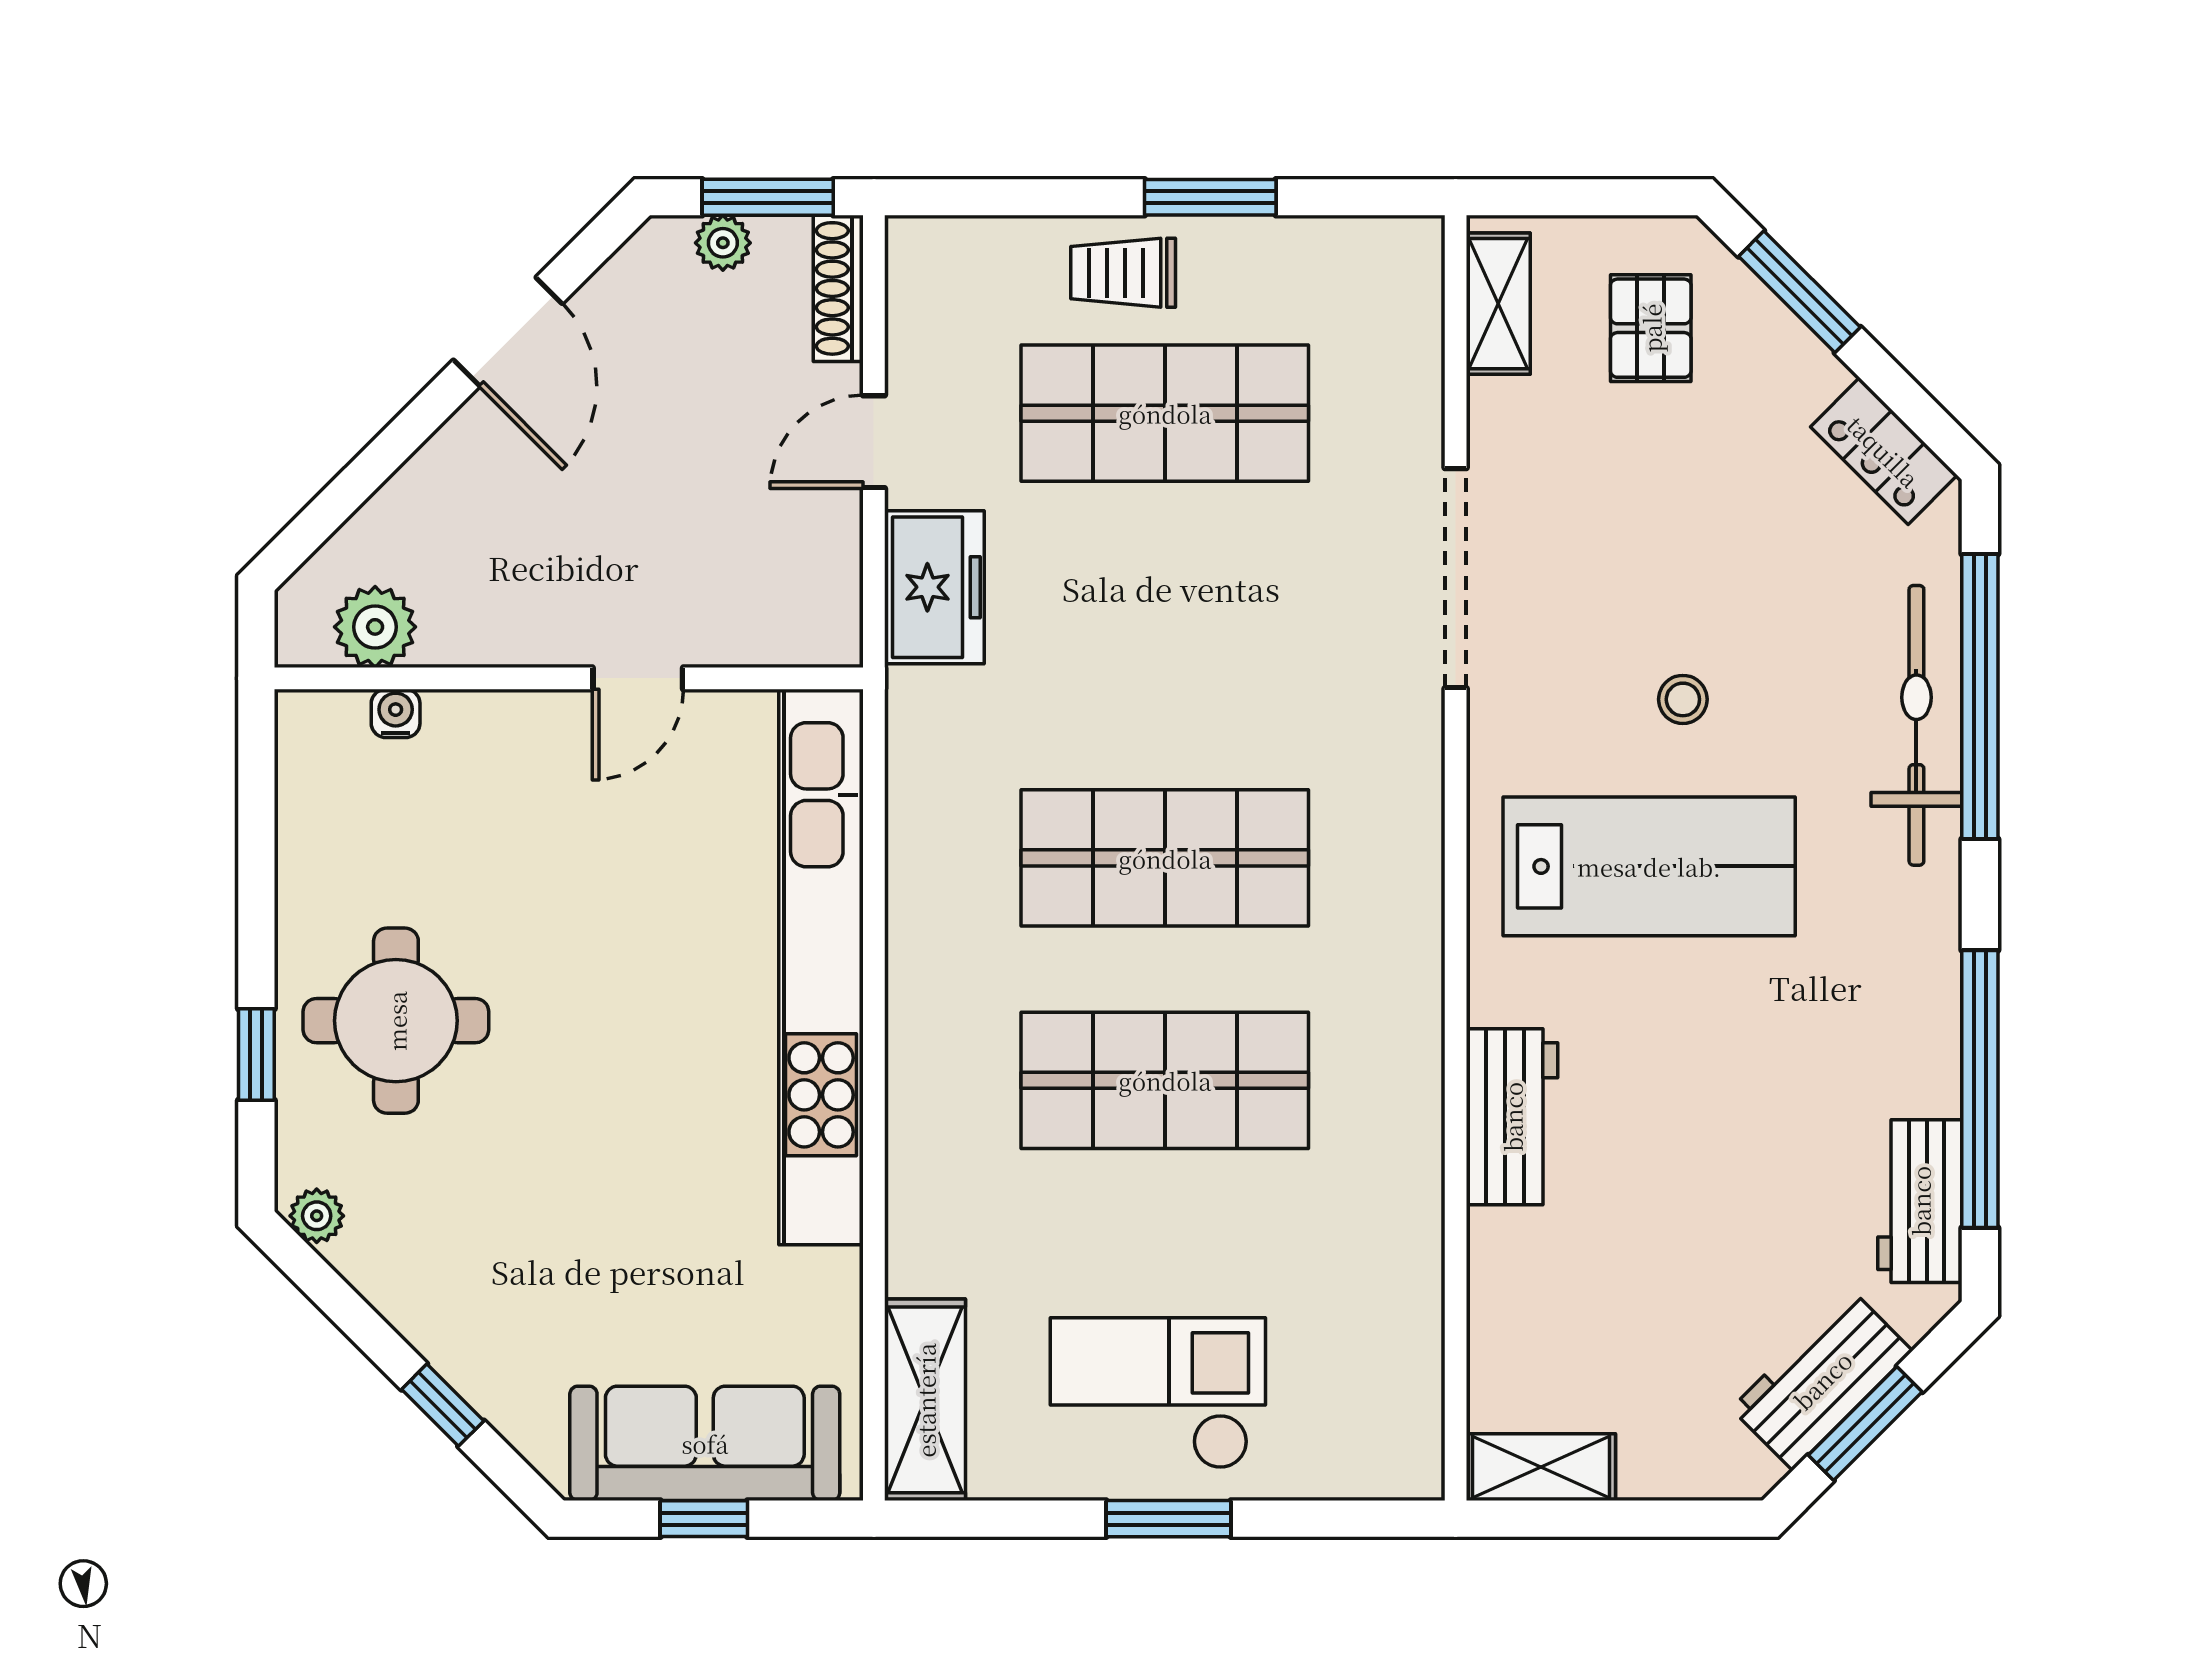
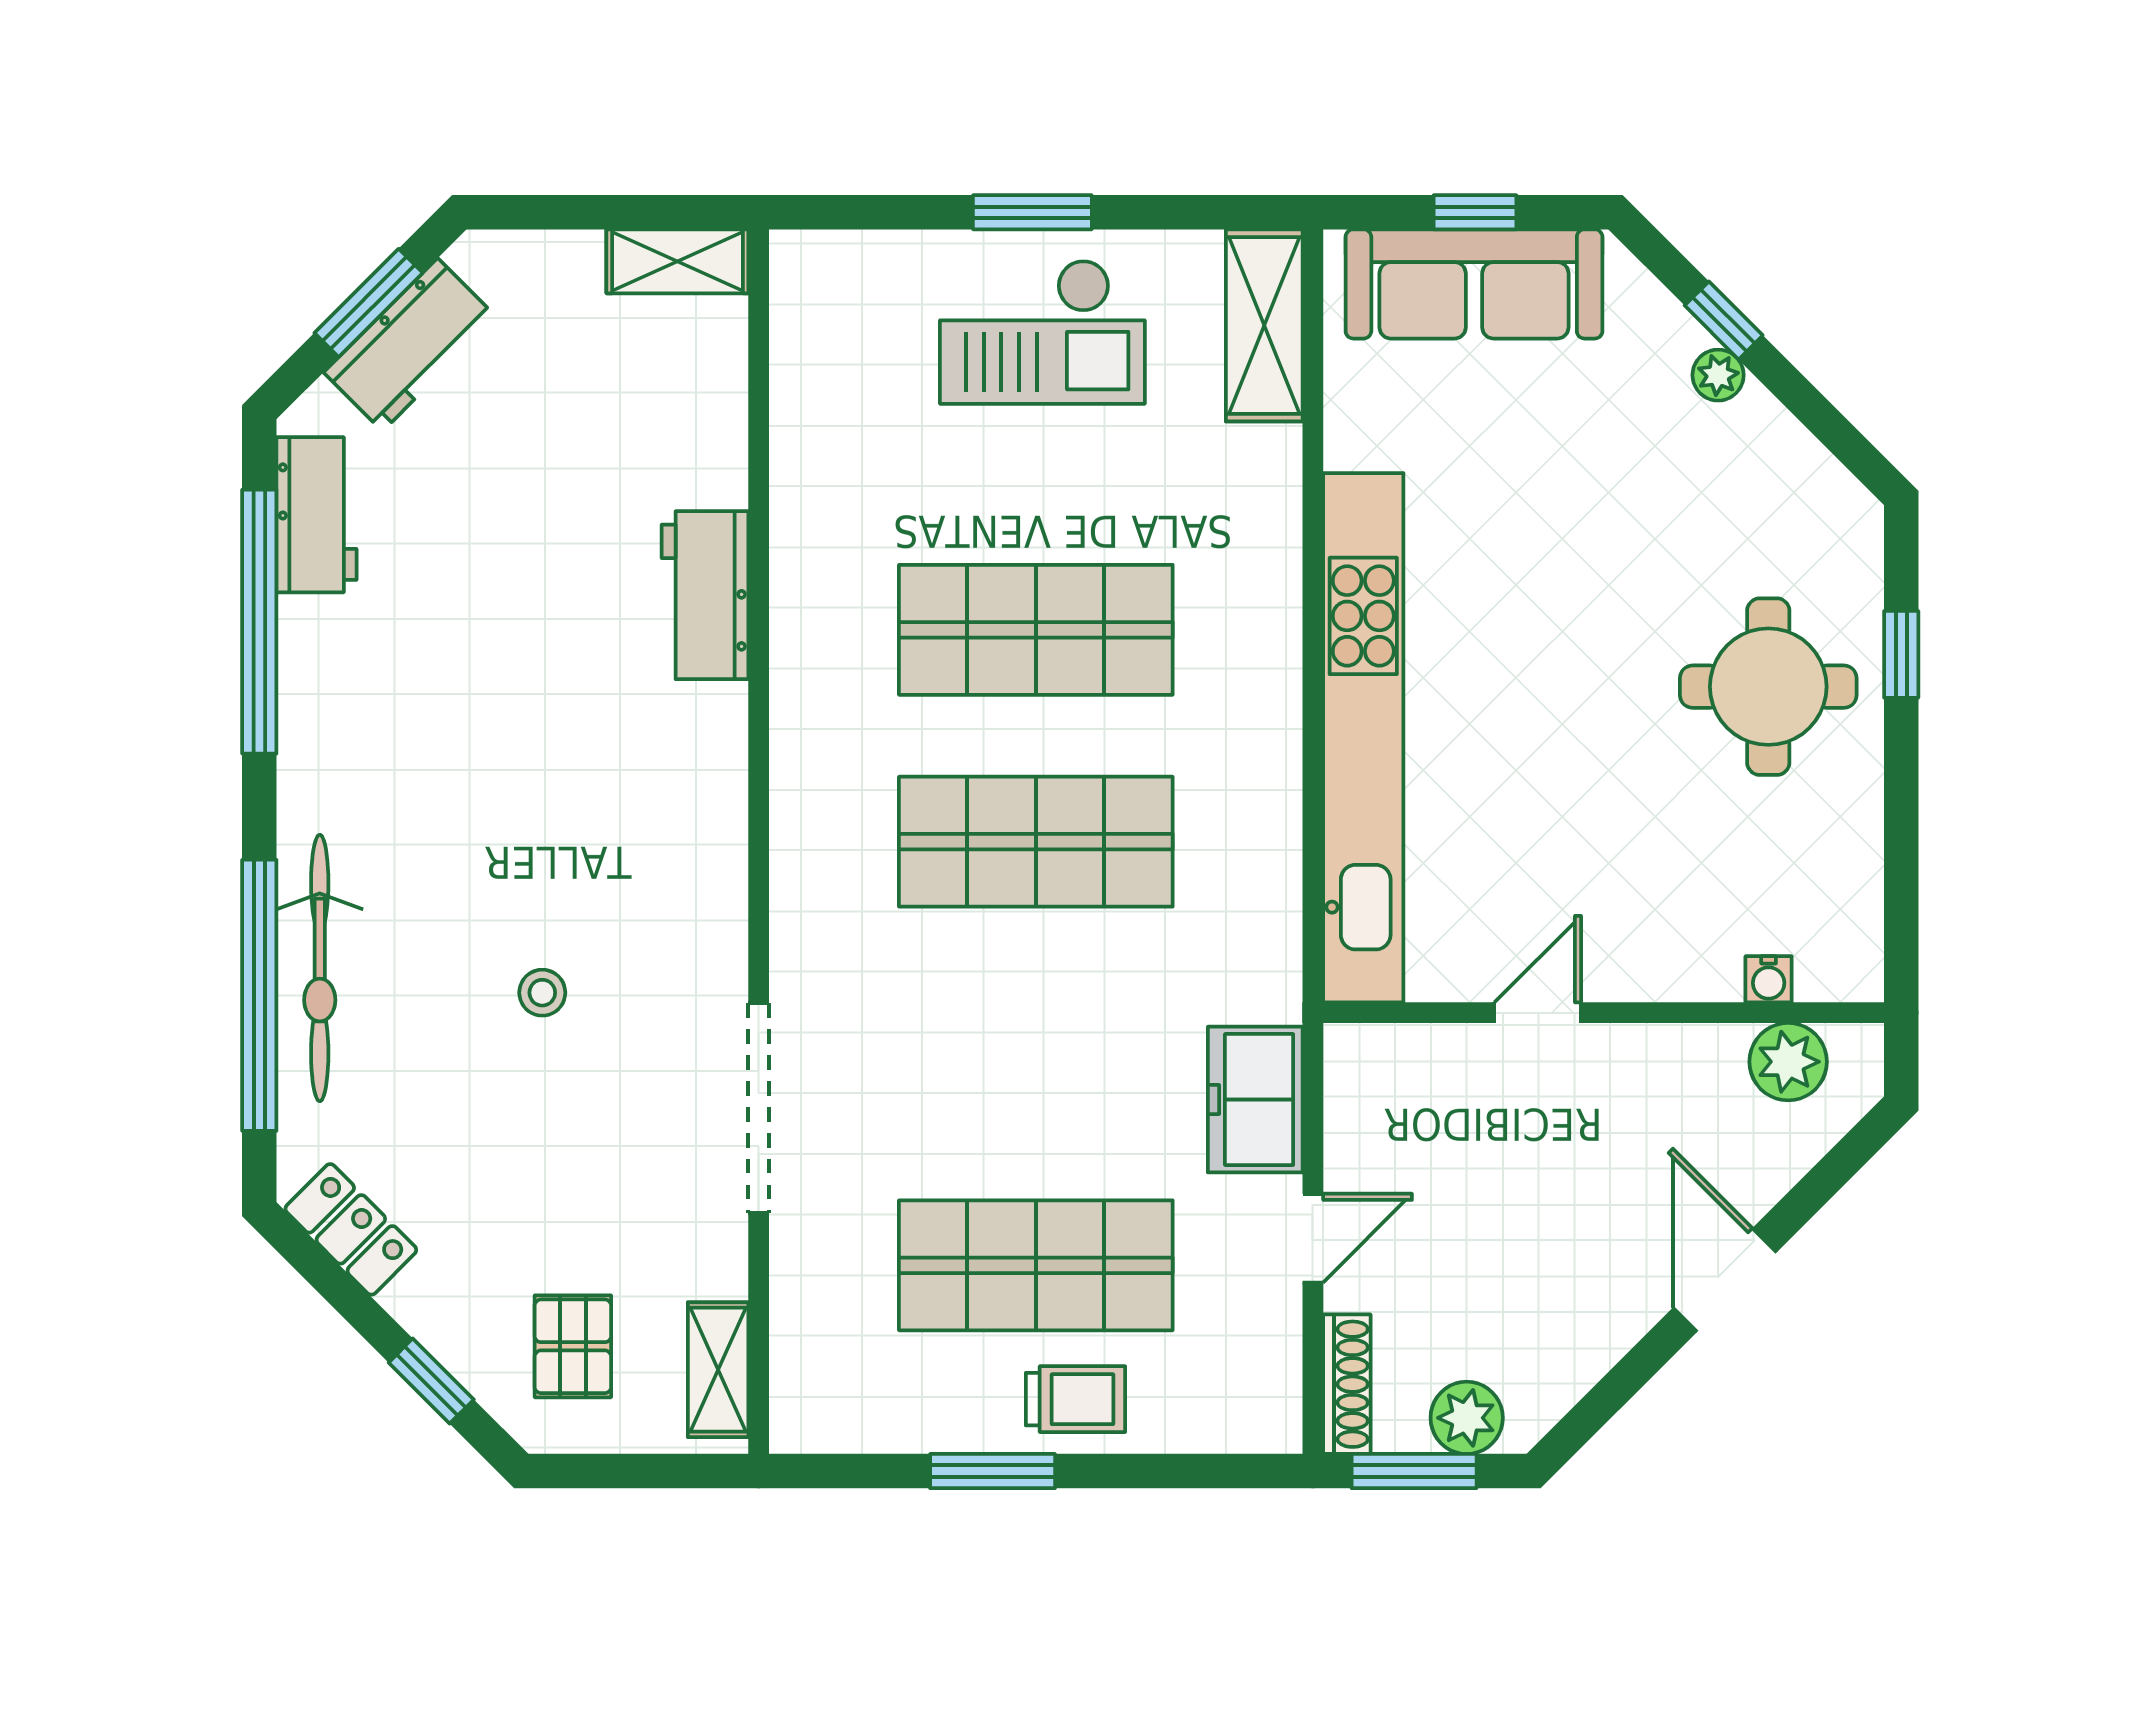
plant: (723, 243) -> (1467, 1418), width x1.38, depth x1.38
window: (1799, 292) -> (431, 1381), width x0.67
door: (508, 332) -> (1725, 1280), moved
lab bench: (1649, 866) -> (574, 834), removed
plant: (317, 1216) -> (1718, 375), moved

